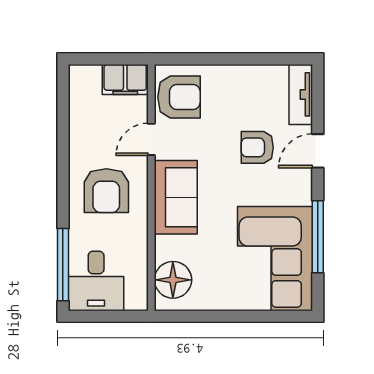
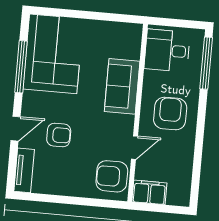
sofa: (176, 197) -> (122, 86), moved
floor lamp: (173, 280) -> (128, 45), removed
desk: (96, 281) -> (167, 51), moved, turned -90

